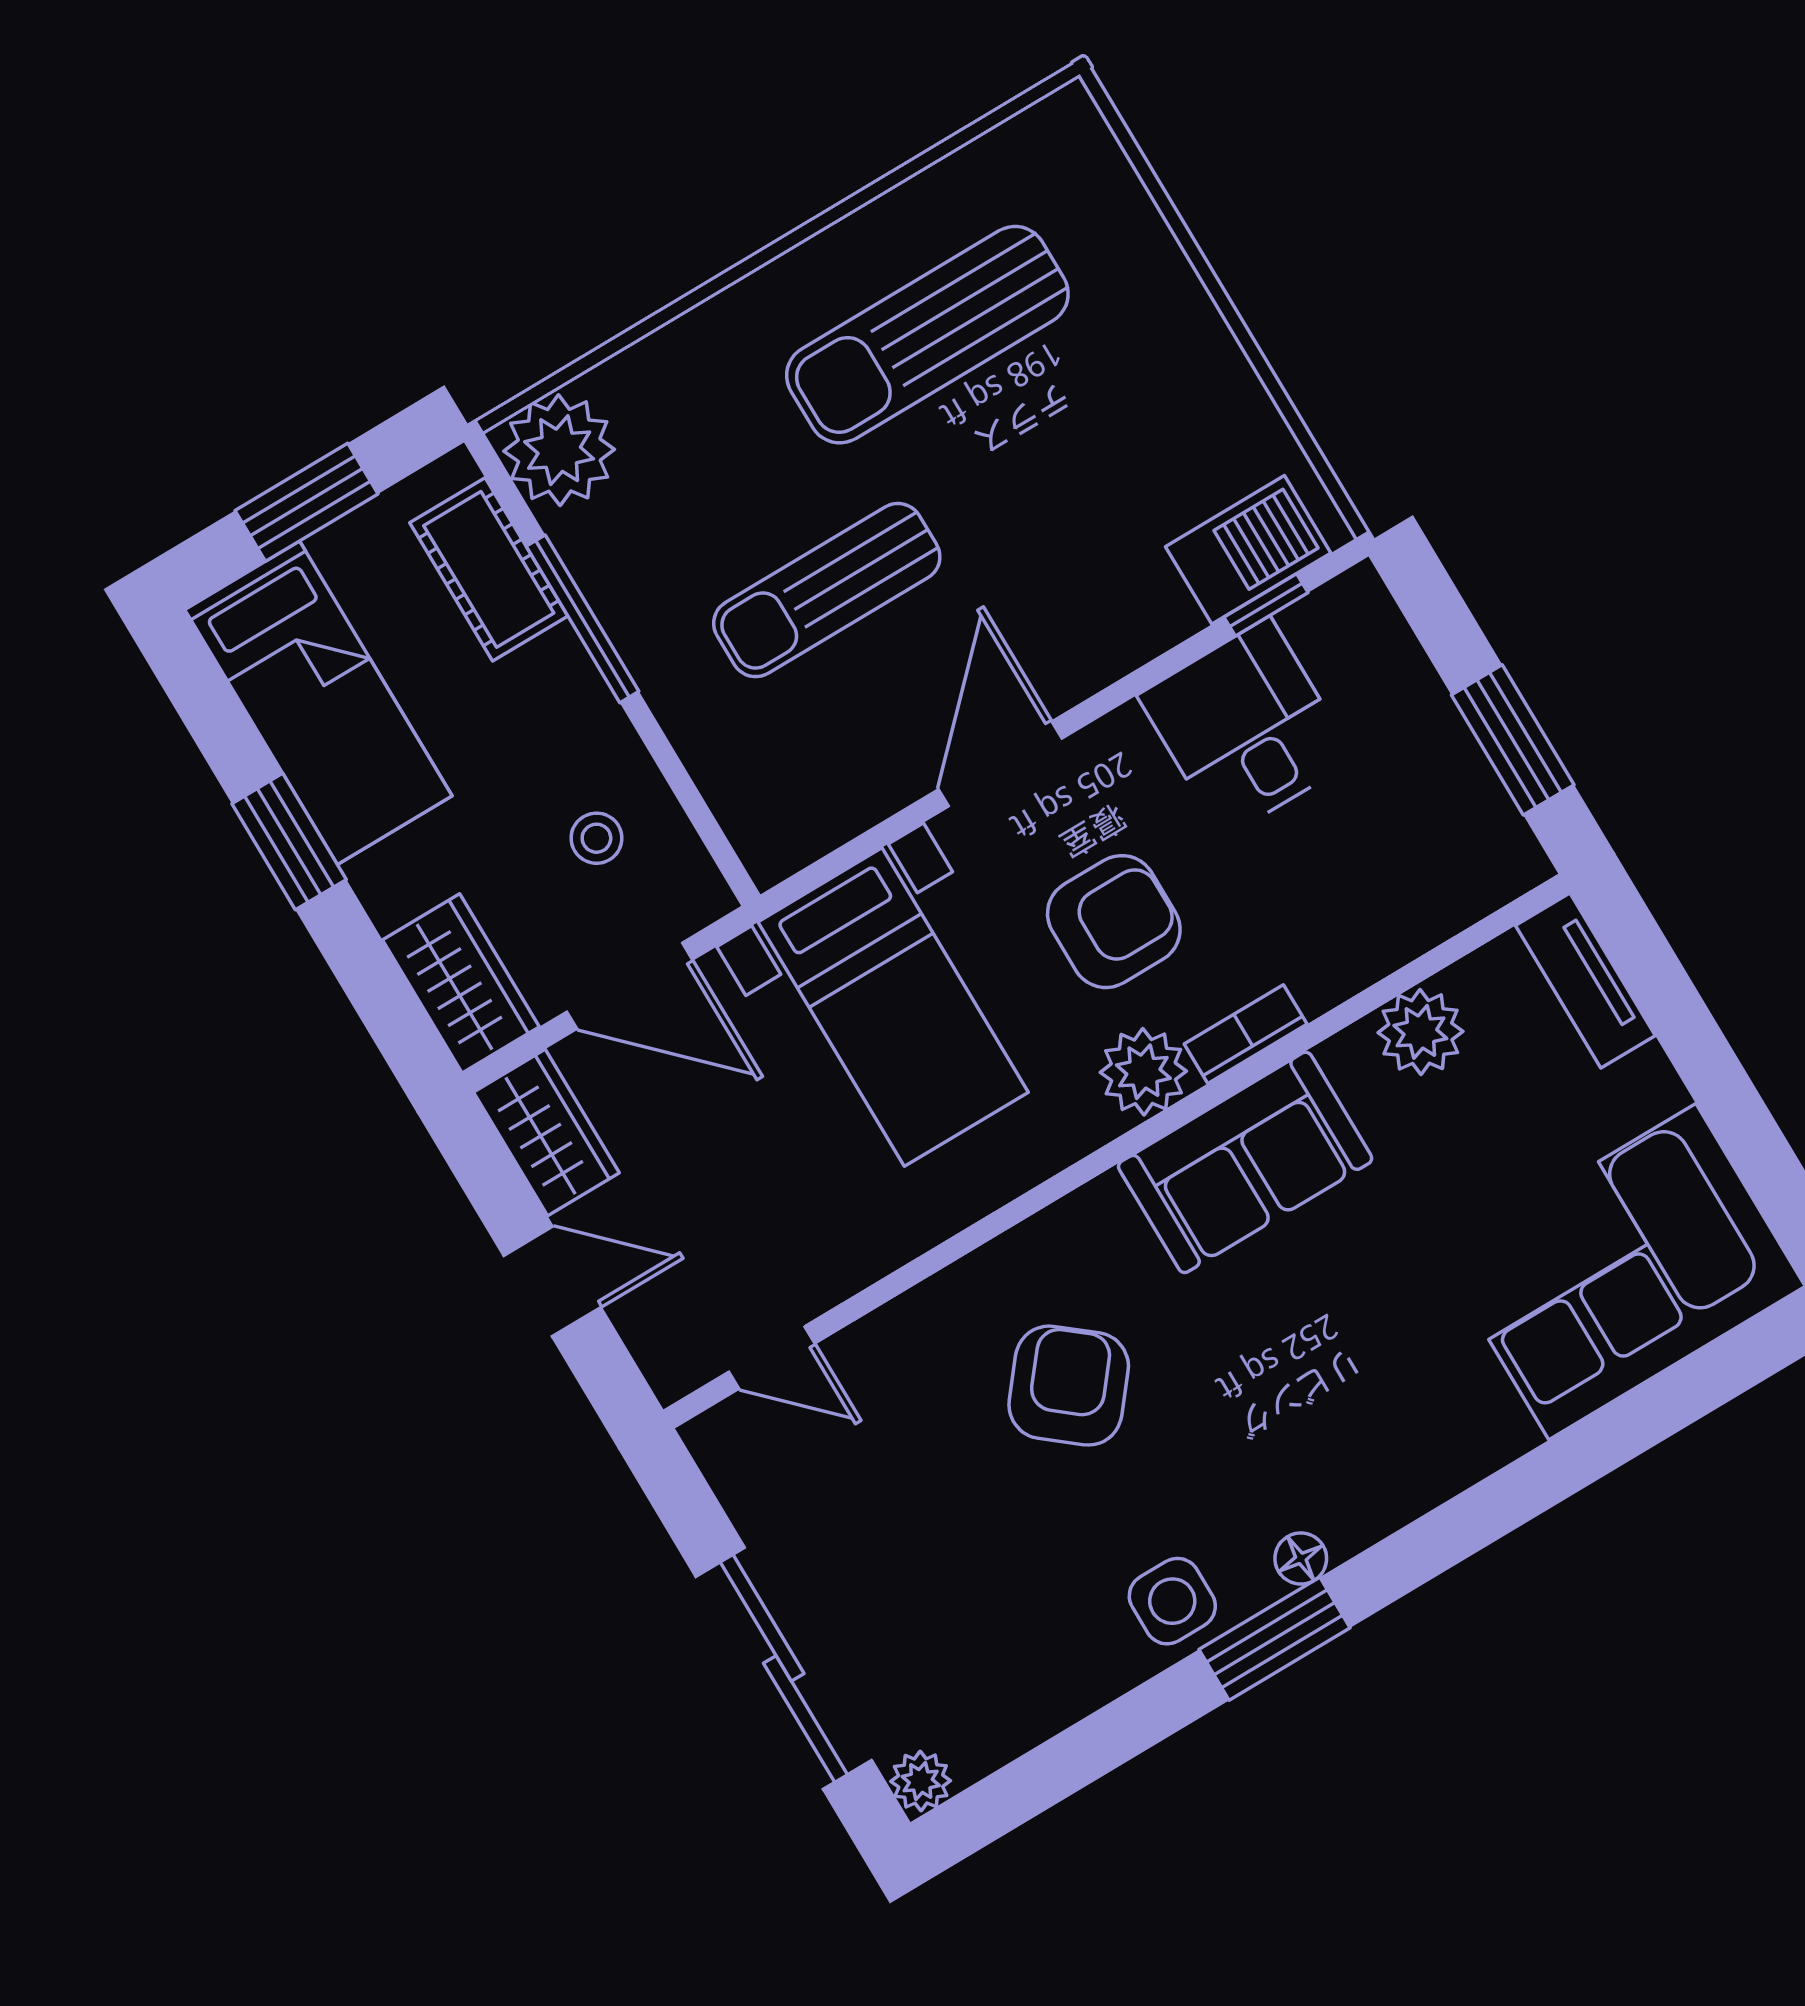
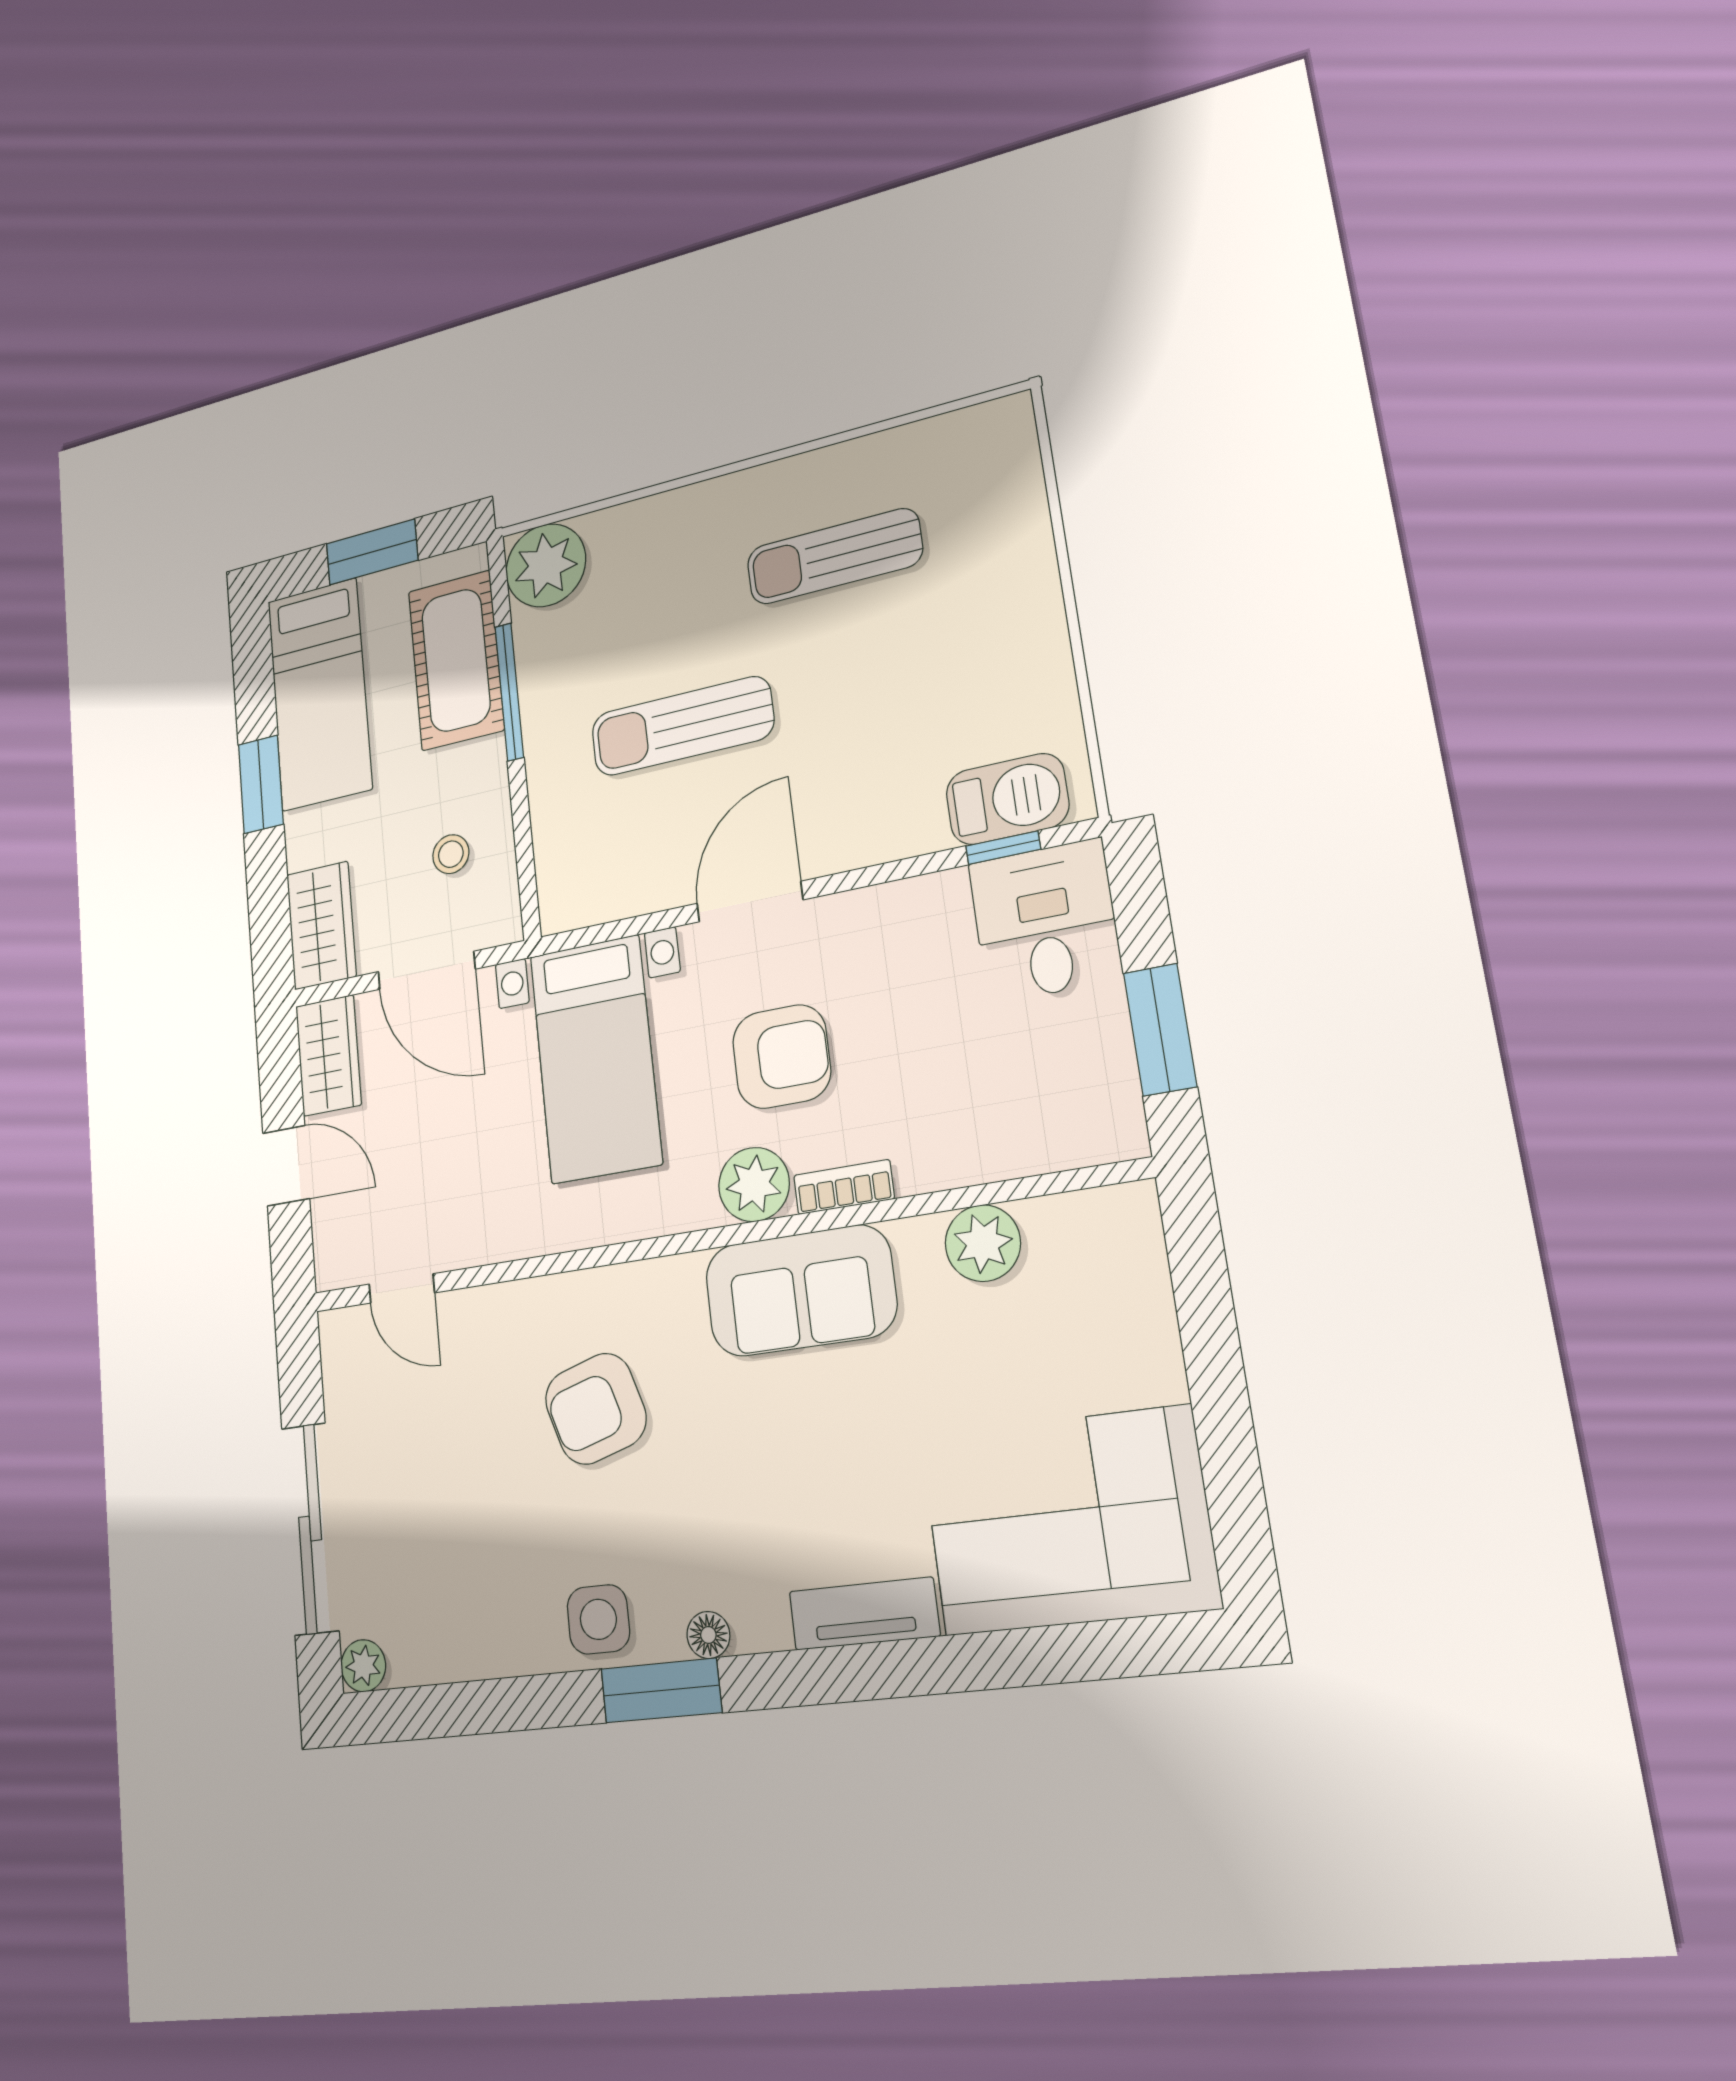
sun lounger: (927, 335) -> (834, 556), width x0.73, depth x0.75
cot: (489, 569) -> (456, 660), width x1.37, depth x1.34
desk: (1246, 727) -> (1045, 921), moved
tv unit: (1585, 981) -> (864, 1614), moved, turned 90
armchair: (1069, 1386) -> (596, 1409), turned -146

